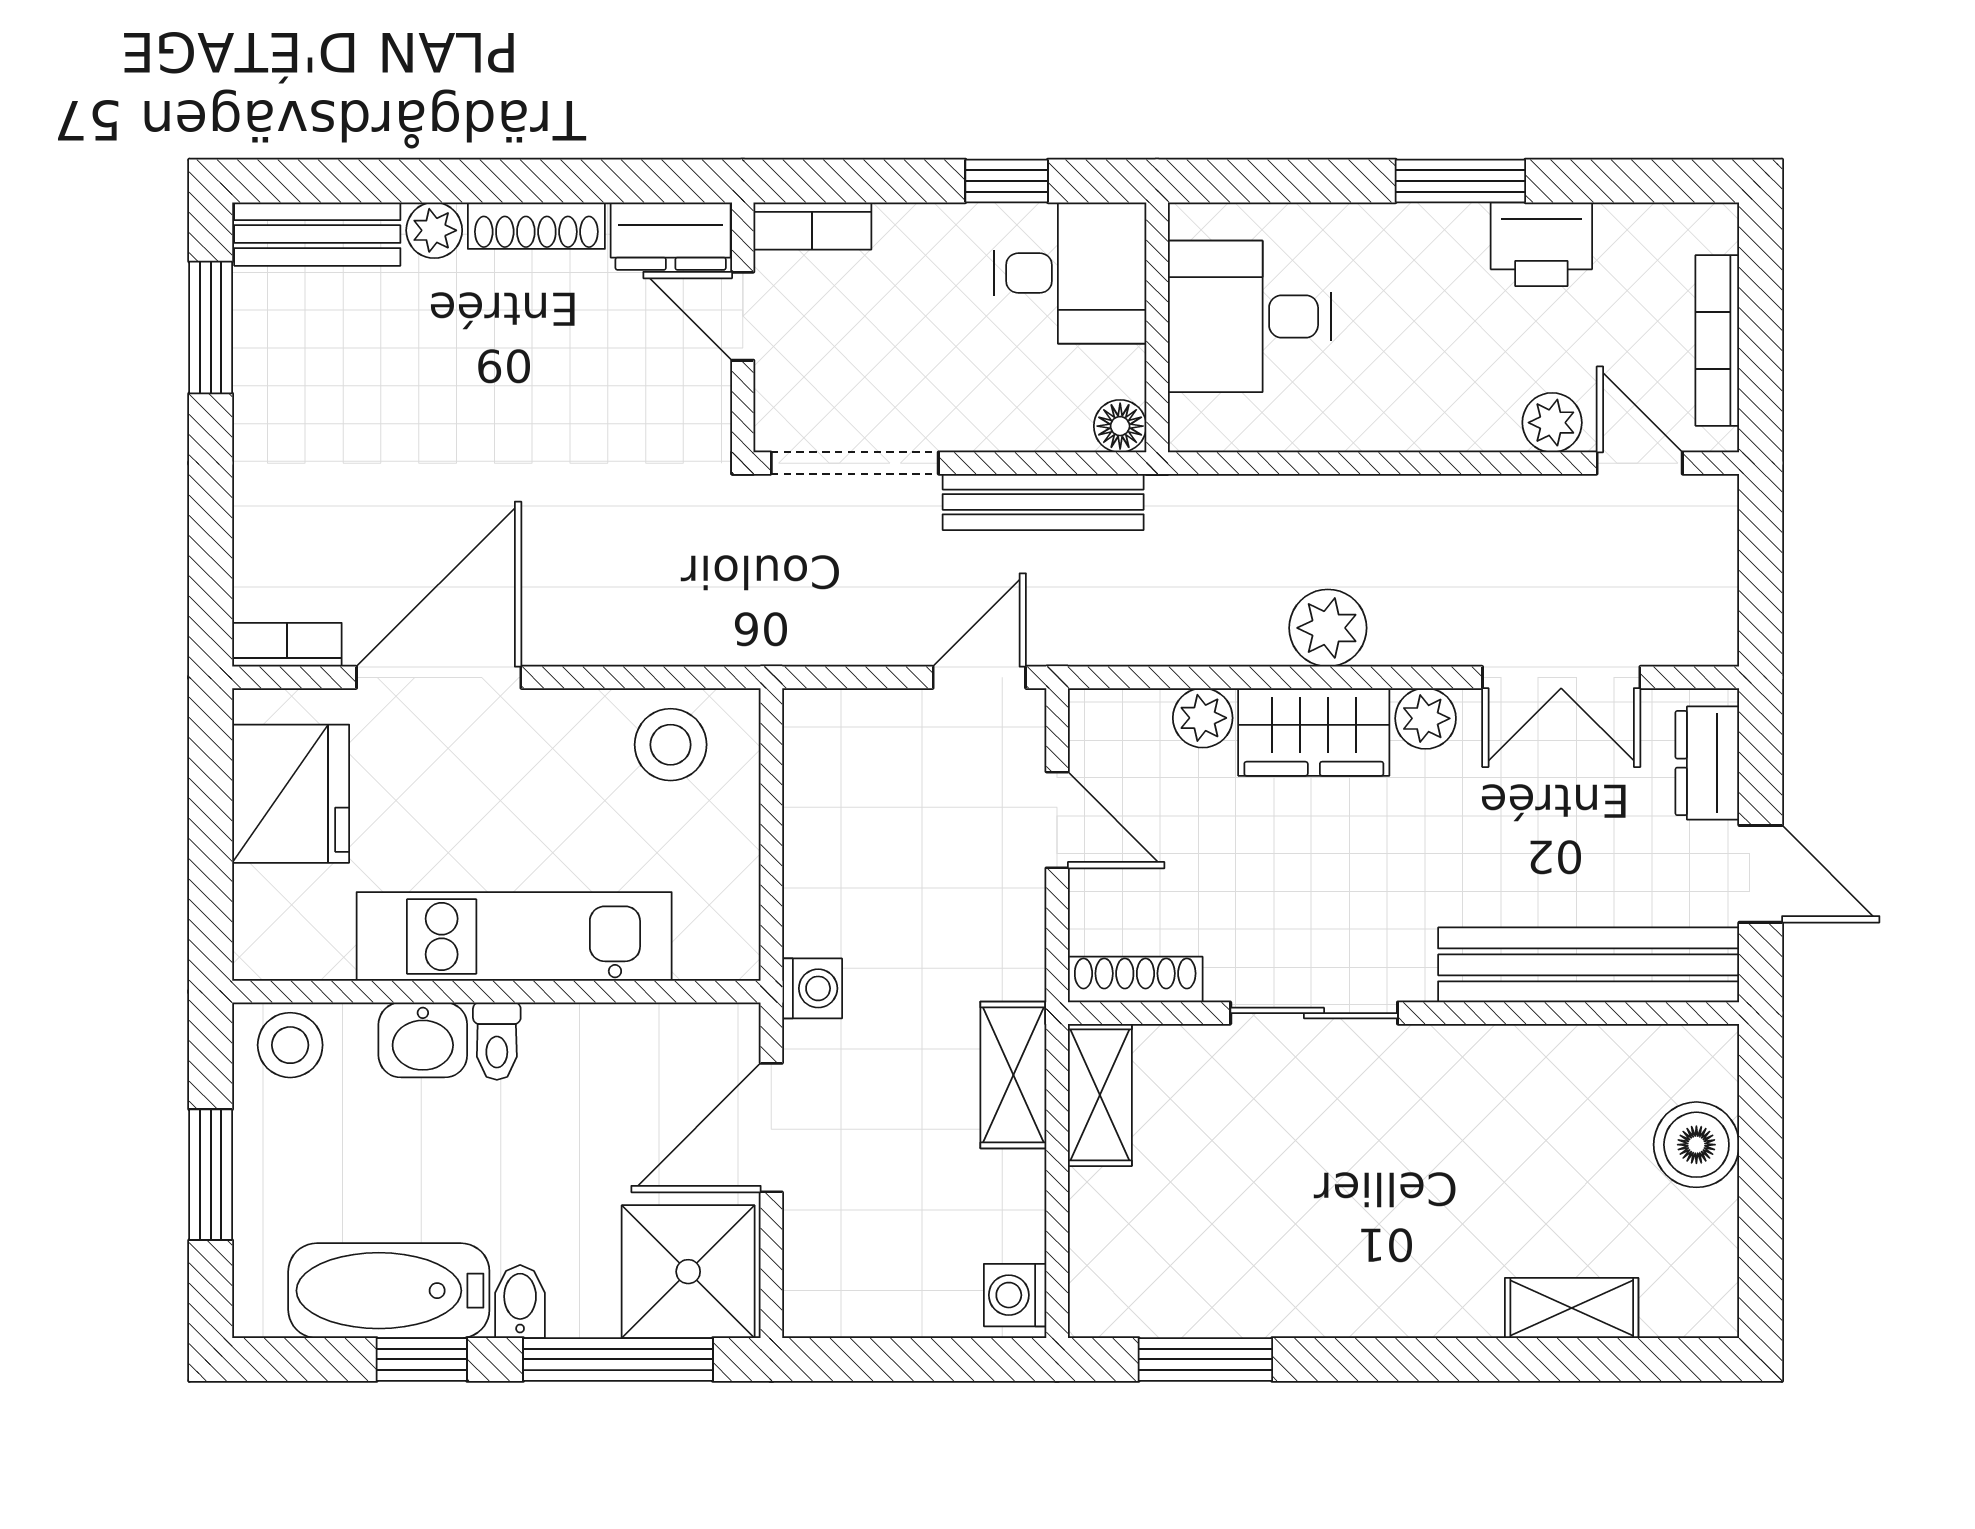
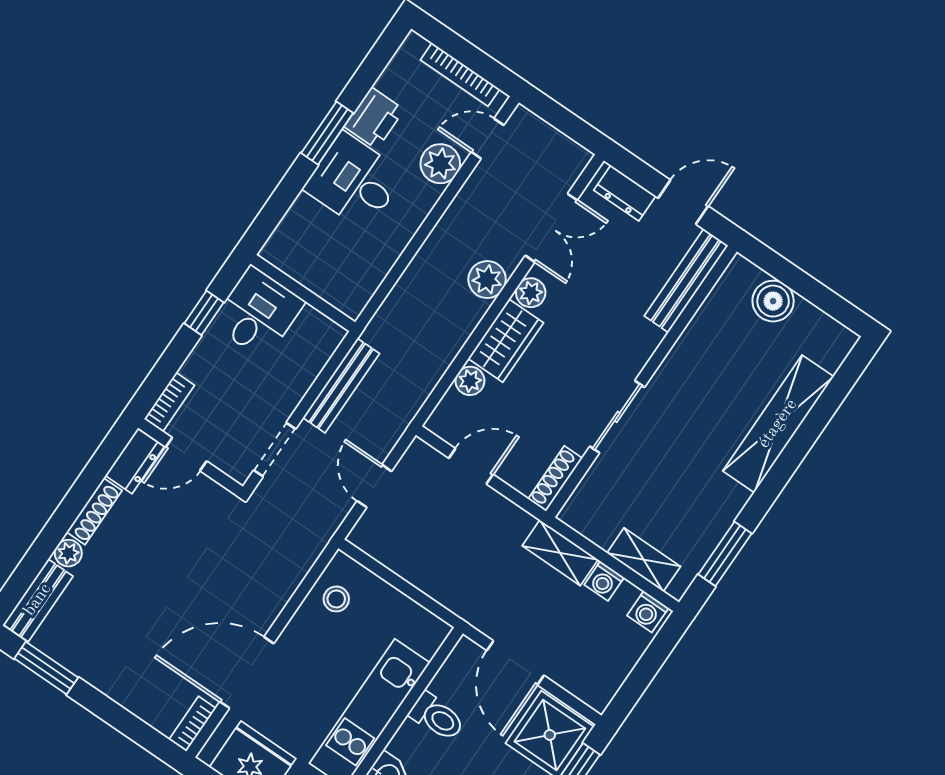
desk: (1249, 316) -> (354, 181), moved, turned 90
plant: (1552, 423) -> (440, 164), width x1.38, depth x1.38
floor lamp: (1120, 426) -> (332, 334), removed
doorway: (855, 463) -> (275, 450), width x0.73
plant: (1328, 628) -> (487, 280), moved
door: (439, 677) -> (247, 673), hinge flipped
door: (979, 677) -> (374, 486), moved
stool: (671, 745) -> (336, 599), width x0.73, depth x0.73
bench: (1589, 965) -> (686, 281), width x0.73, depth x0.82
washing machine: (812, 988) -> (604, 581), moved, turned 180
toilet: (497, 1041) -> (437, 717), moved, width x1.37, depth x1.39
shelving: (1100, 1095) -> (644, 560), moved
shelving: (1572, 1308) -> (778, 424), width x2.20, depth x1.33

